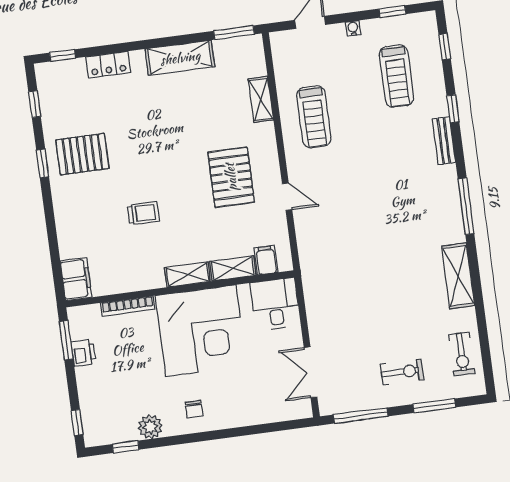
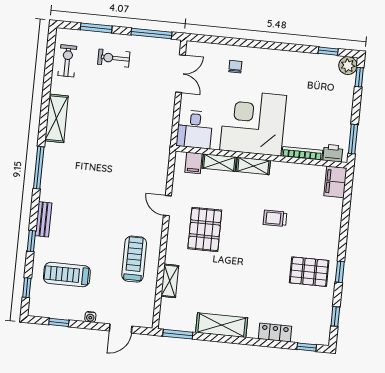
treadmill: (397, 76) -> (67, 275), turned -90
printer: (84, 353) -> (333, 153), moved, turned 90
chair: (194, 409) -> (235, 67), moved
plant: (150, 427) -> (348, 66), moved

